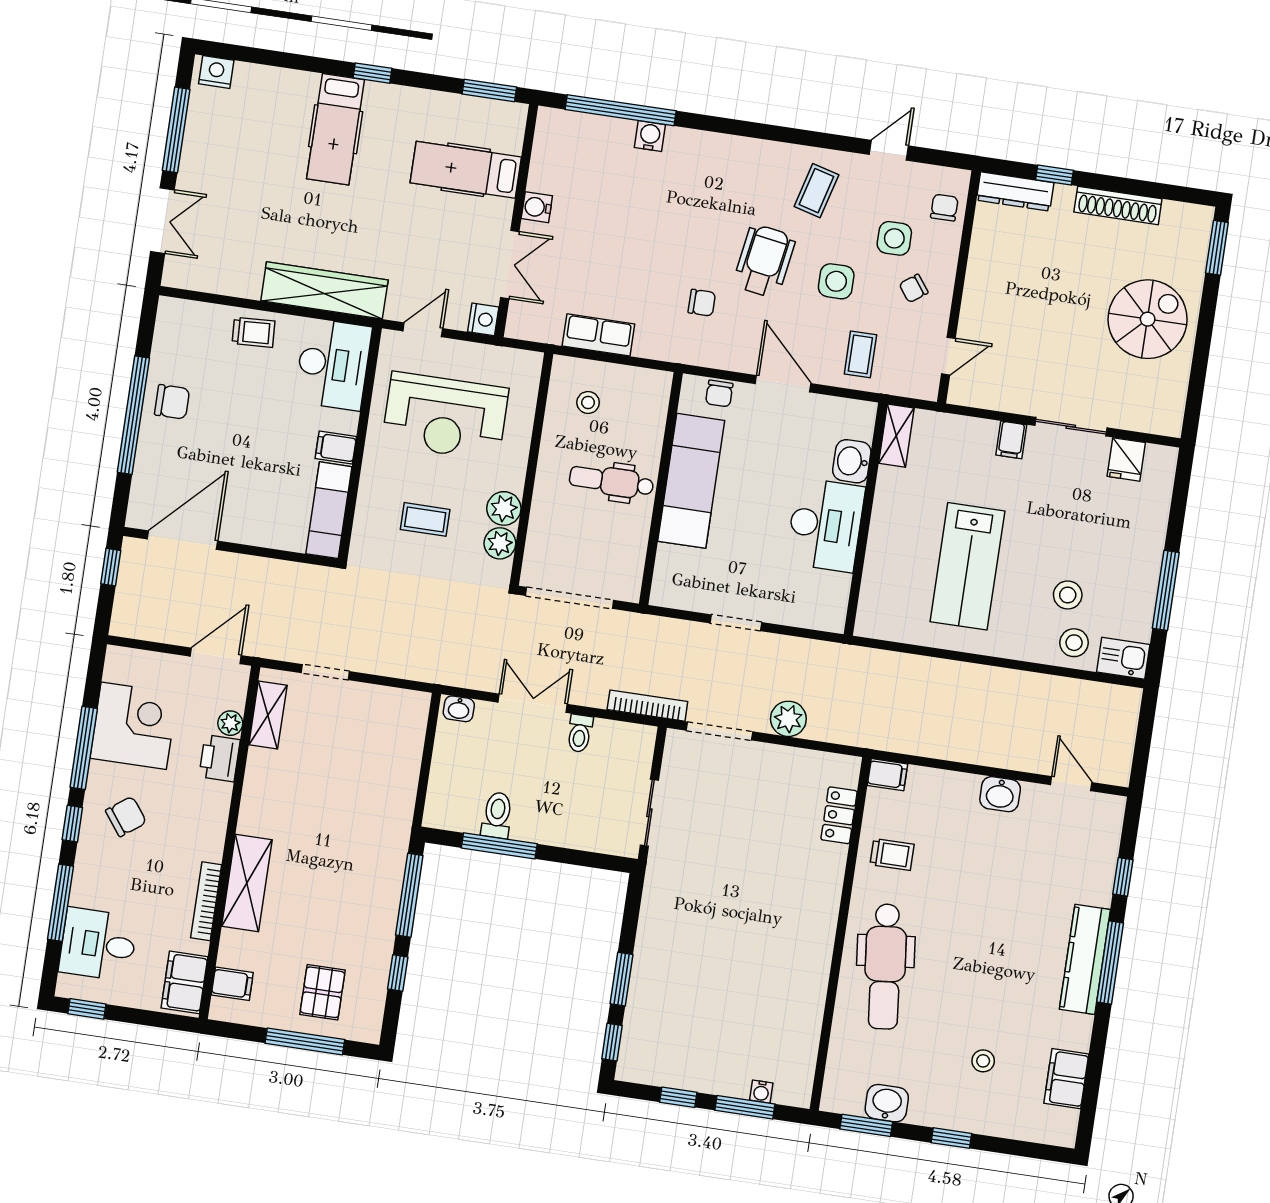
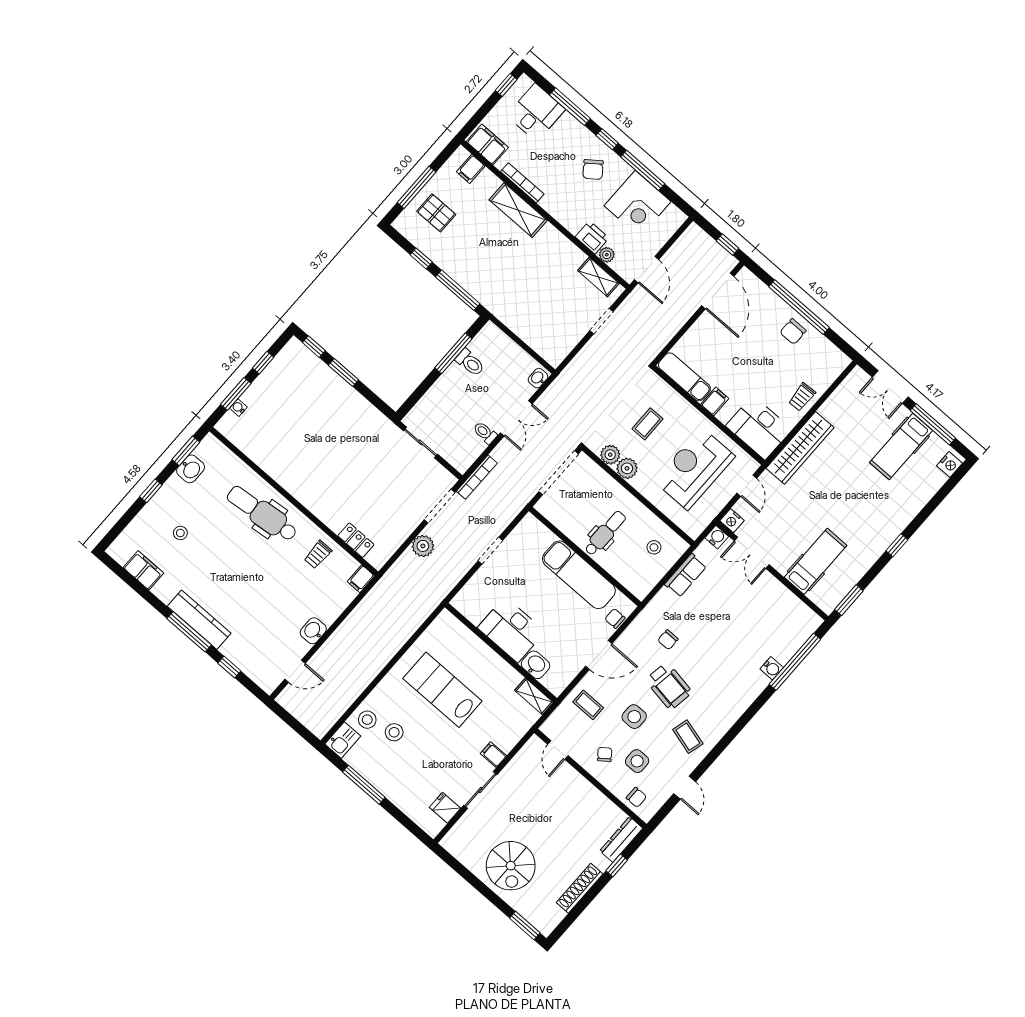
hospital bed: (336, 129) -> (901, 446), moved, turned -90
water cooler: (537, 207) -> (717, 537), moved

